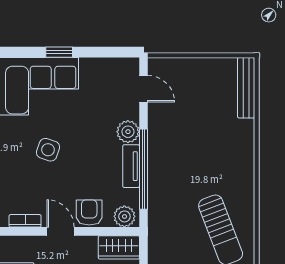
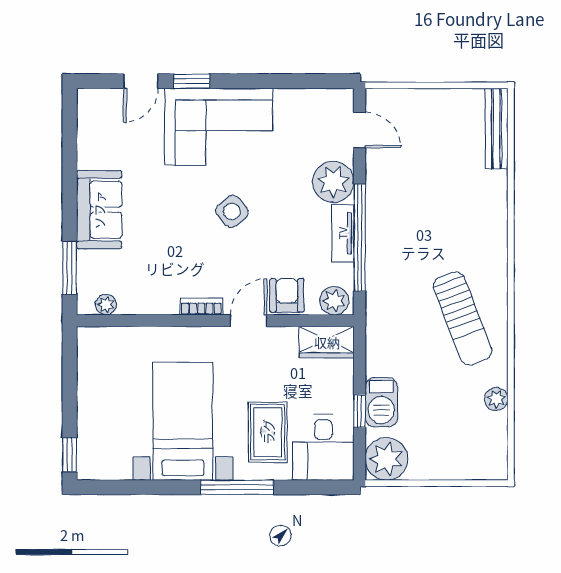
window: (59, 52) -> (192, 81), moved
plant: (128, 132) -> (333, 182), width x1.36, depth x1.36
side table: (48, 150) -> (232, 212), turned 32
door: (60, 231) -> (249, 321), hinge flipped

